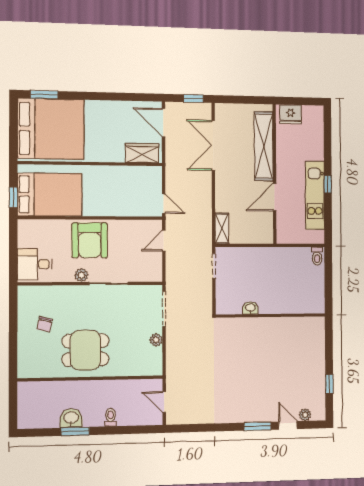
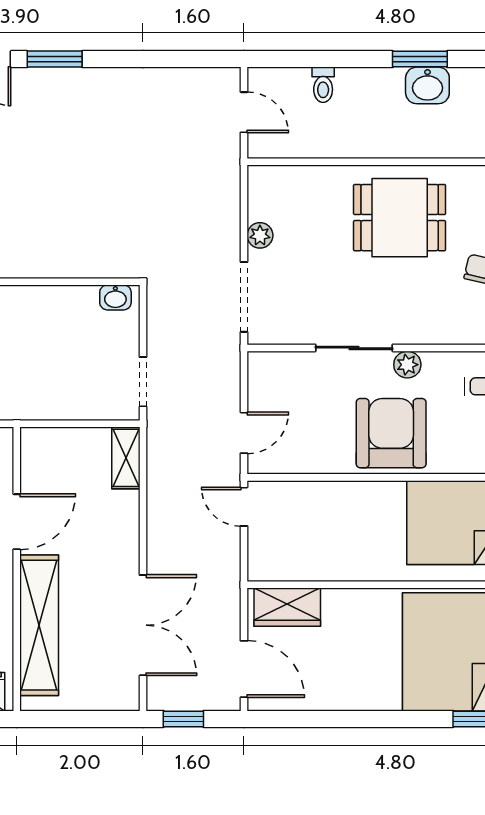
washbasin: (250, 308) -> (115, 297), moved
toilet: (111, 417) -> (323, 85), moved

